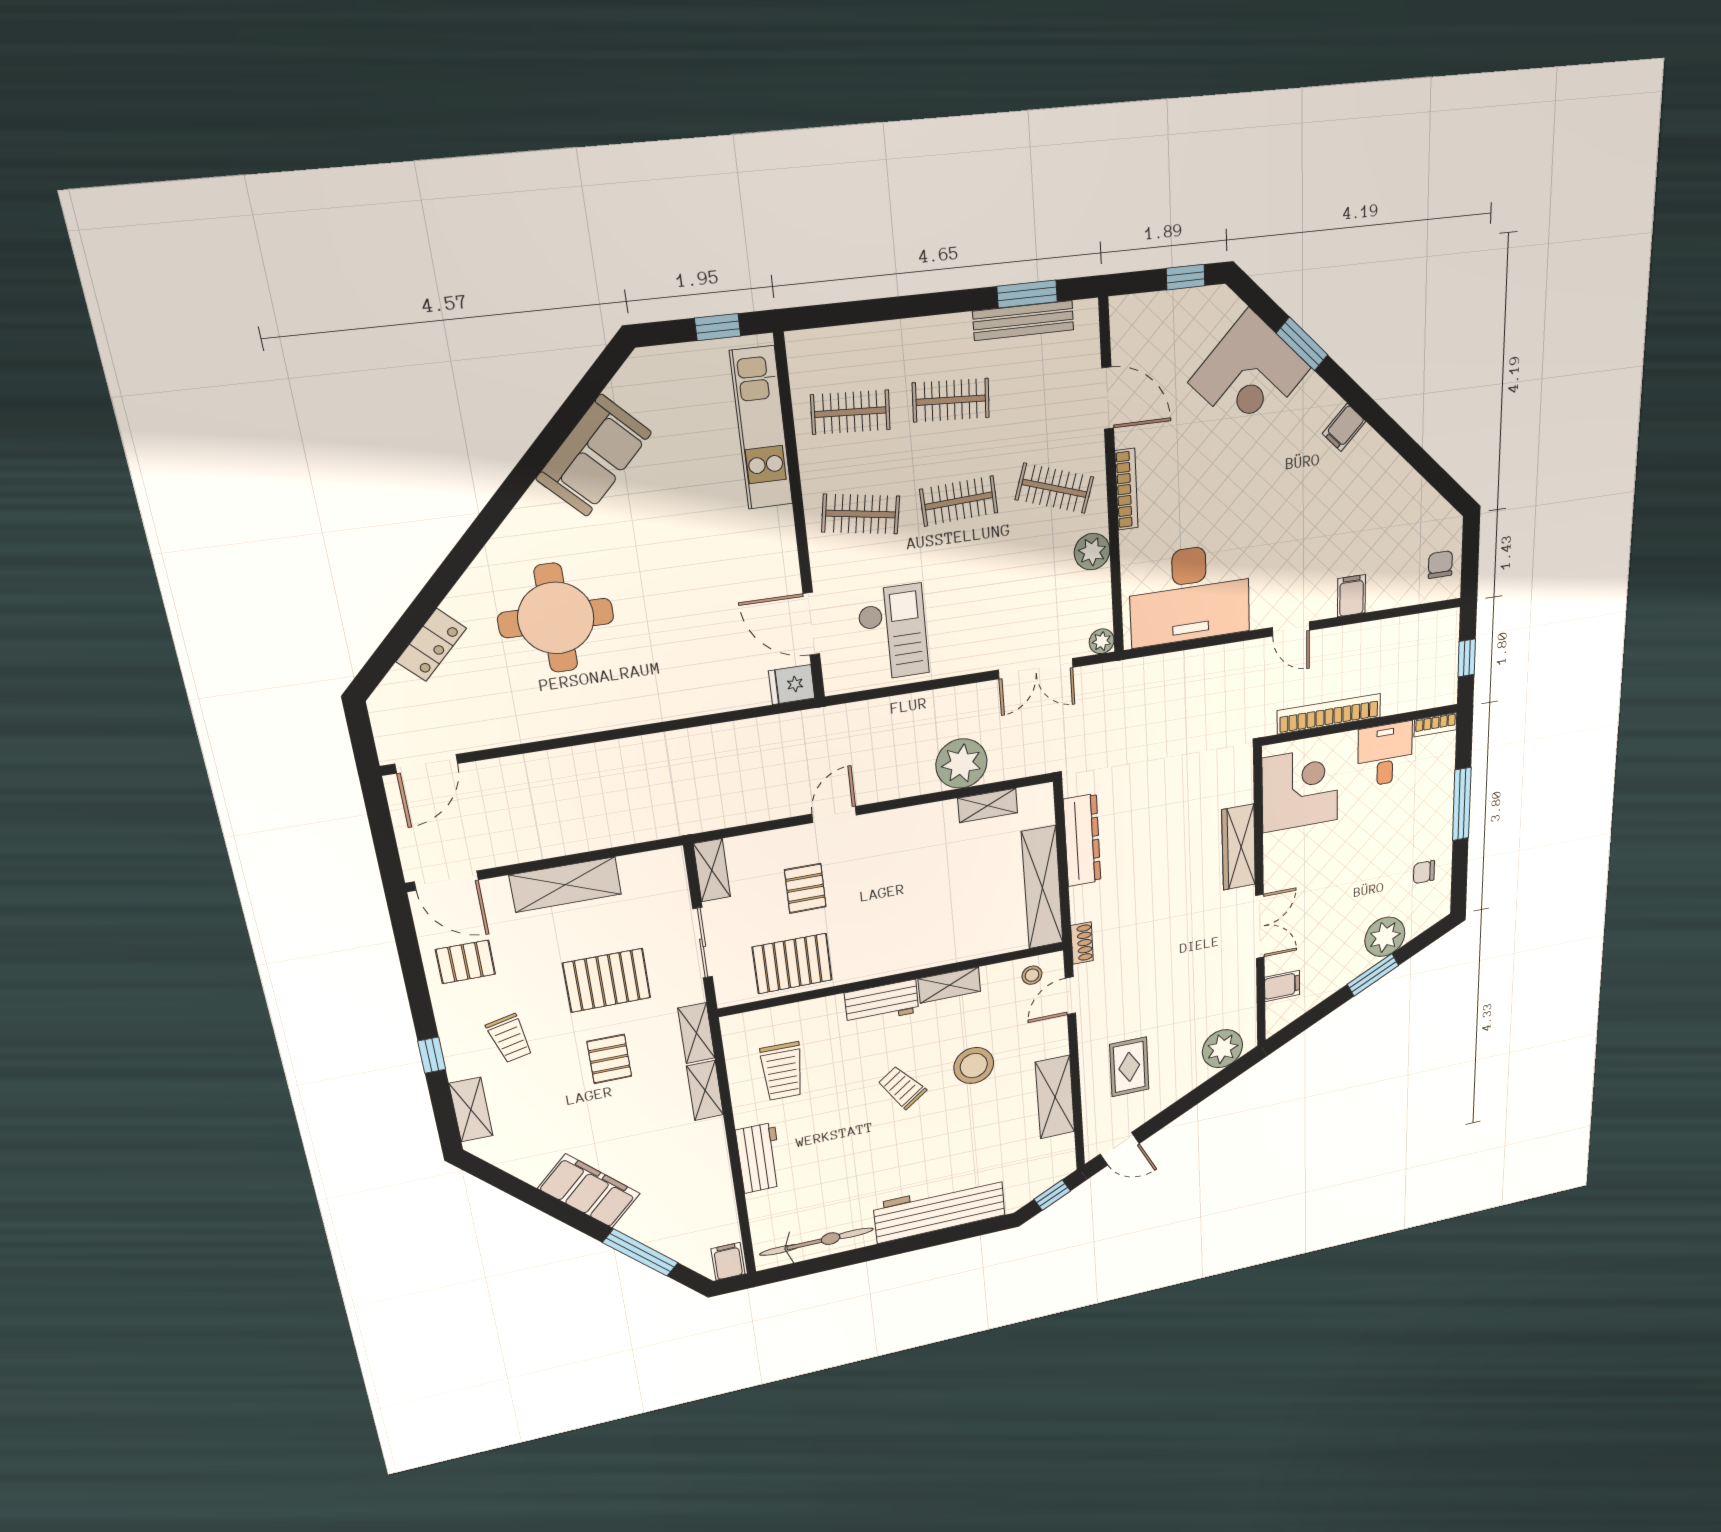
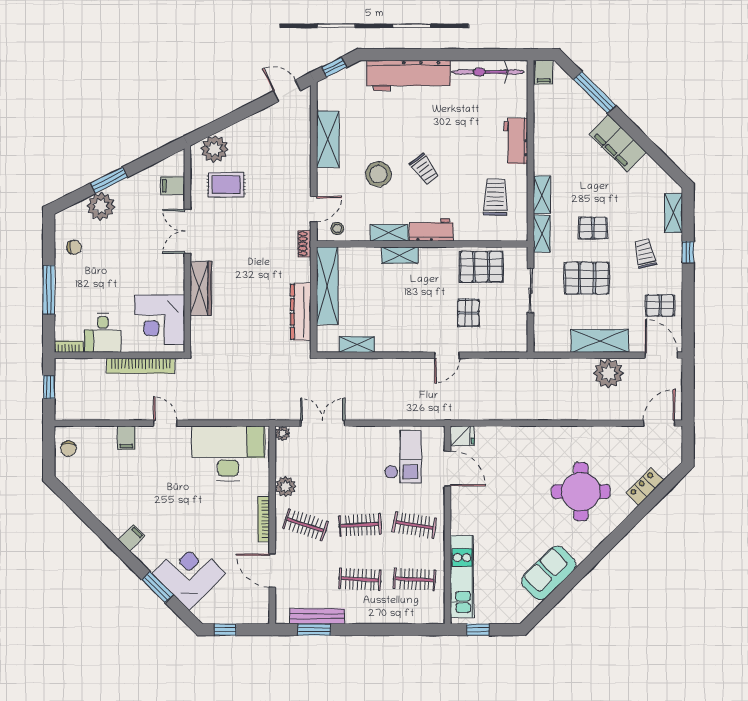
checkout: (893, 633) -> (403, 457), turned 180
plant: (961, 764) -> (608, 373), moved
shelving: (712, 870) -> (400, 255), moved, turned 90
pallet: (609, 1059) -> (593, 228), turned 90
rug: (1129, 1067) -> (226, 185), moved, turned 90

